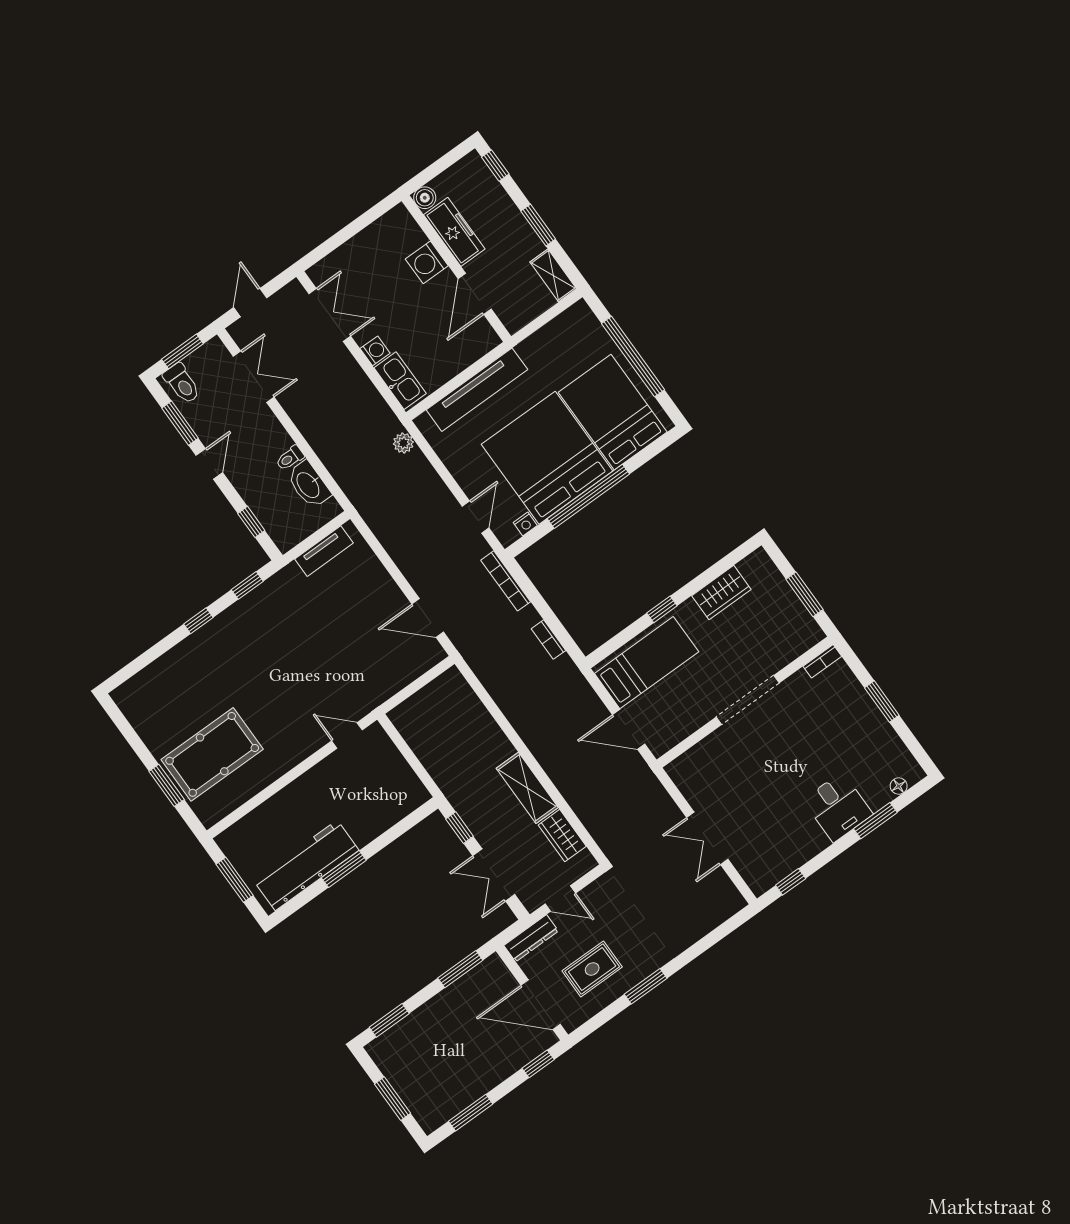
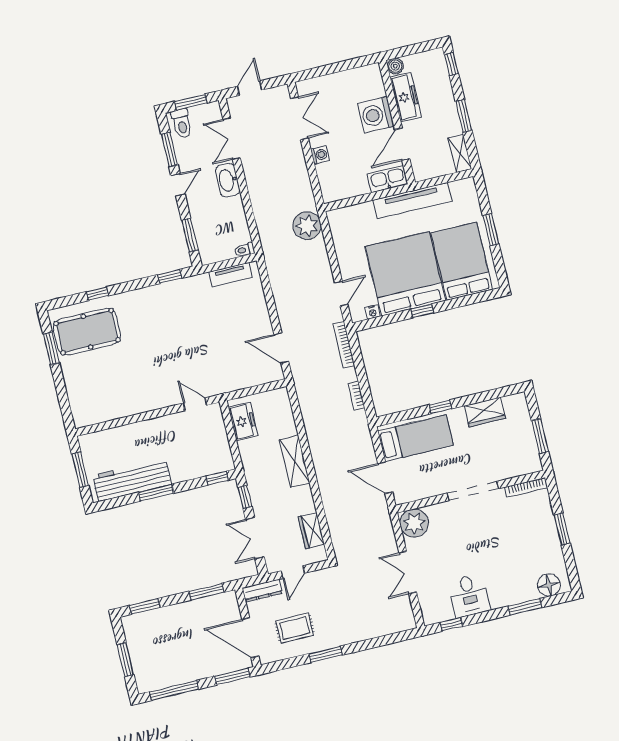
washing machine: (427, 262) -> (376, 115), width x1.37, depth x1.37
window: (633, 357) -> (491, 230), width x0.47
double door: (254, 377) -> (232, 139), swing flipped
kitchen sink: (400, 381) -> (387, 179), moved, turned -90
tv unit: (477, 390) -> (412, 201), moved
plant: (403, 443) -> (307, 226), width x1.88, depth x1.88
toilet: (290, 458) -> (244, 250), moved
washbasin: (309, 485) -> (228, 180), moved
window: (588, 496) -> (422, 311), width x0.32
window: (251, 522) -> (190, 235), width x1.50
window: (198, 621) -> (97, 294), moved
bookcase: (822, 661) -> (526, 487), width x1.56
freezer: (417, 732) -> (243, 421), added
pool table: (212, 754) -> (87, 332), moved
plant: (690, 772) -> (414, 523), added
window: (167, 785) -> (51, 348), moved
floor lamp: (899, 786) -> (549, 585), width x1.89, depth x1.89
shelving: (527, 788) -> (295, 461), moved
desk: (838, 807) -> (469, 596), moved
window: (414, 818) -> (217, 478), added
door: (560, 898) -> (293, 572), hinge flipped
window: (538, 1064) -> (232, 677), width x1.50
window: (471, 1113) -> (174, 691), width x1.44

